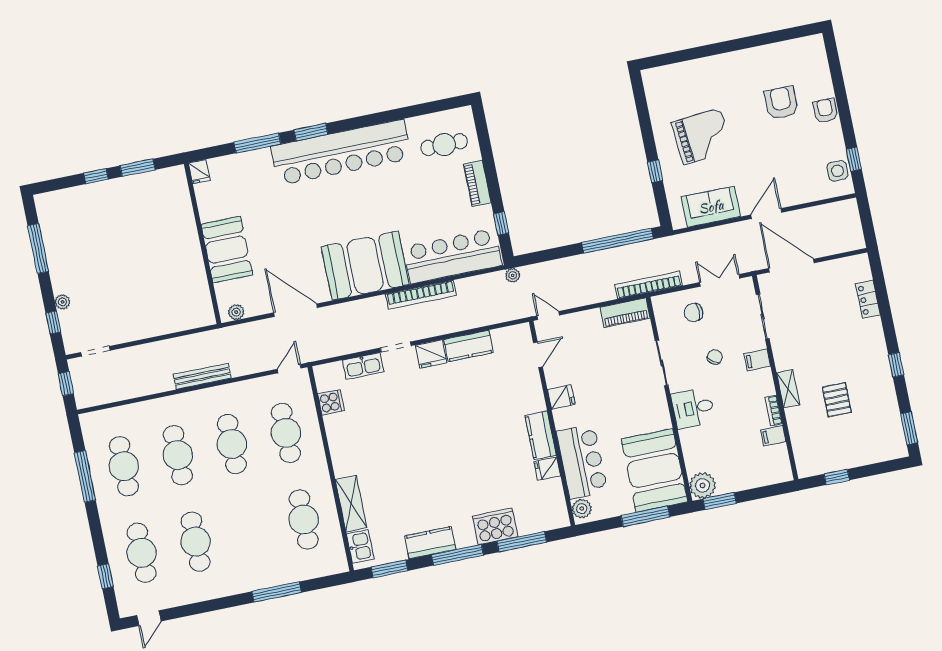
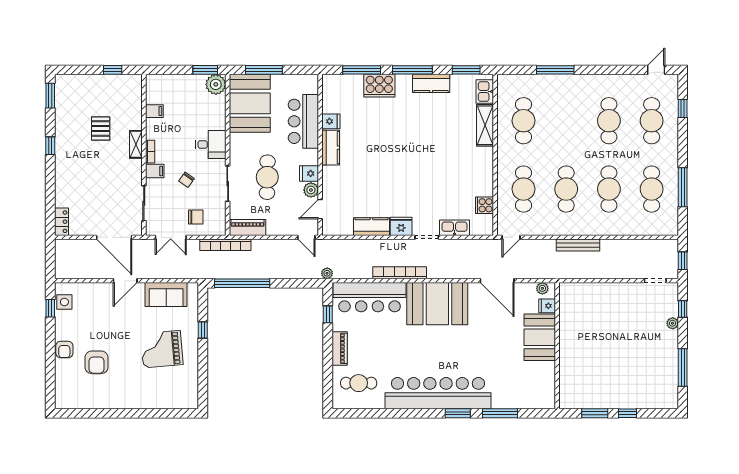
fridge: (199, 172) -> (547, 306), moved, turned -90
locker: (868, 299) -> (61, 222), moved
cafe table: (613, 381) -> (267, 177), added
bookcase: (774, 411) -> (150, 152), moved
plant: (582, 509) -> (311, 190), moved

